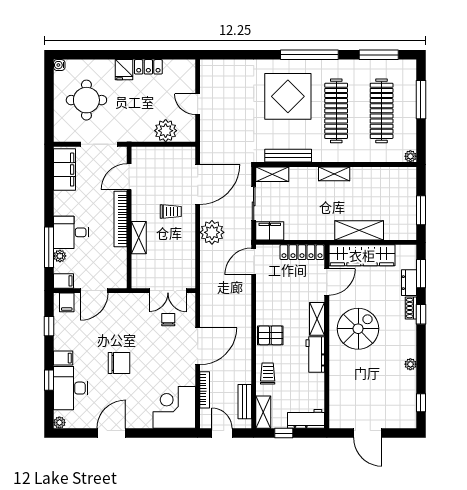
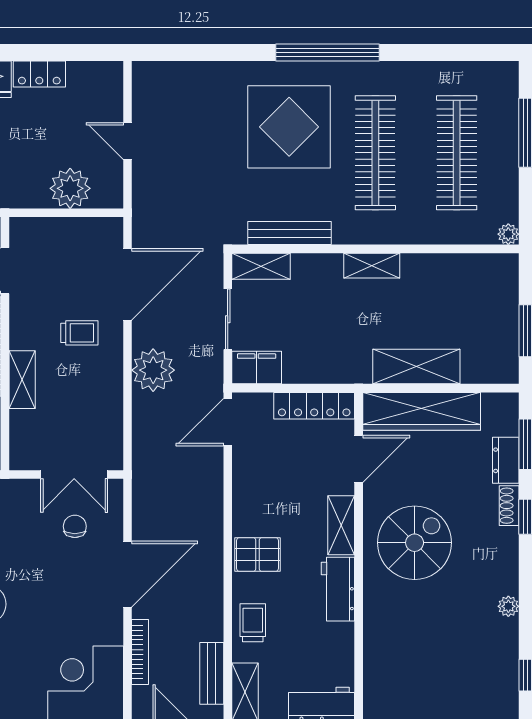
window: (379, 55) -> (452, 53), removed

